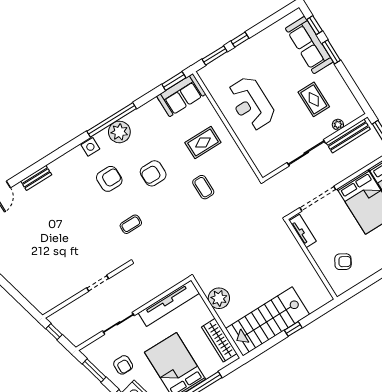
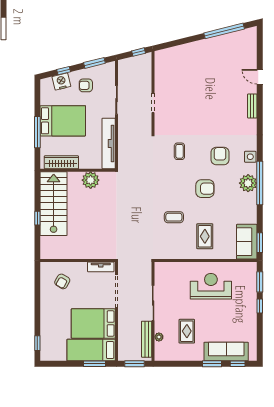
rug: (314, 99) -> (187, 331), turned 90
armchair: (153, 173) -> (205, 189), turned 90
armchair: (109, 179) -> (220, 156), turned 180

